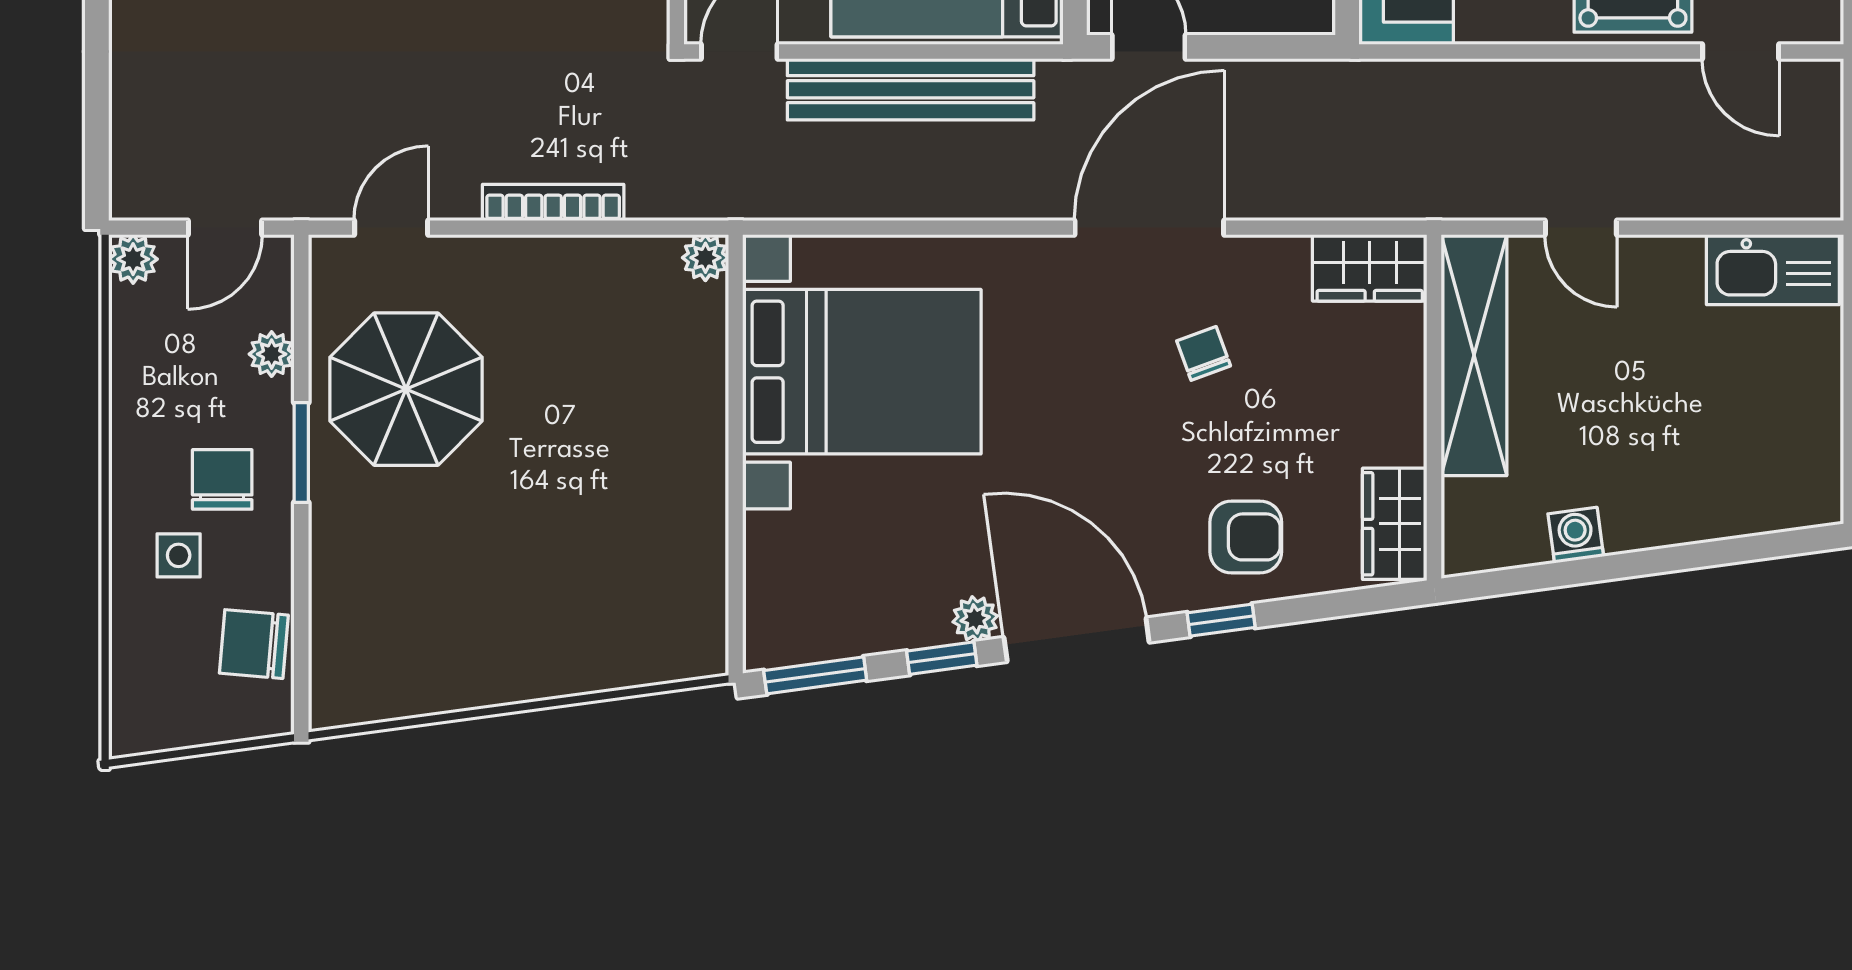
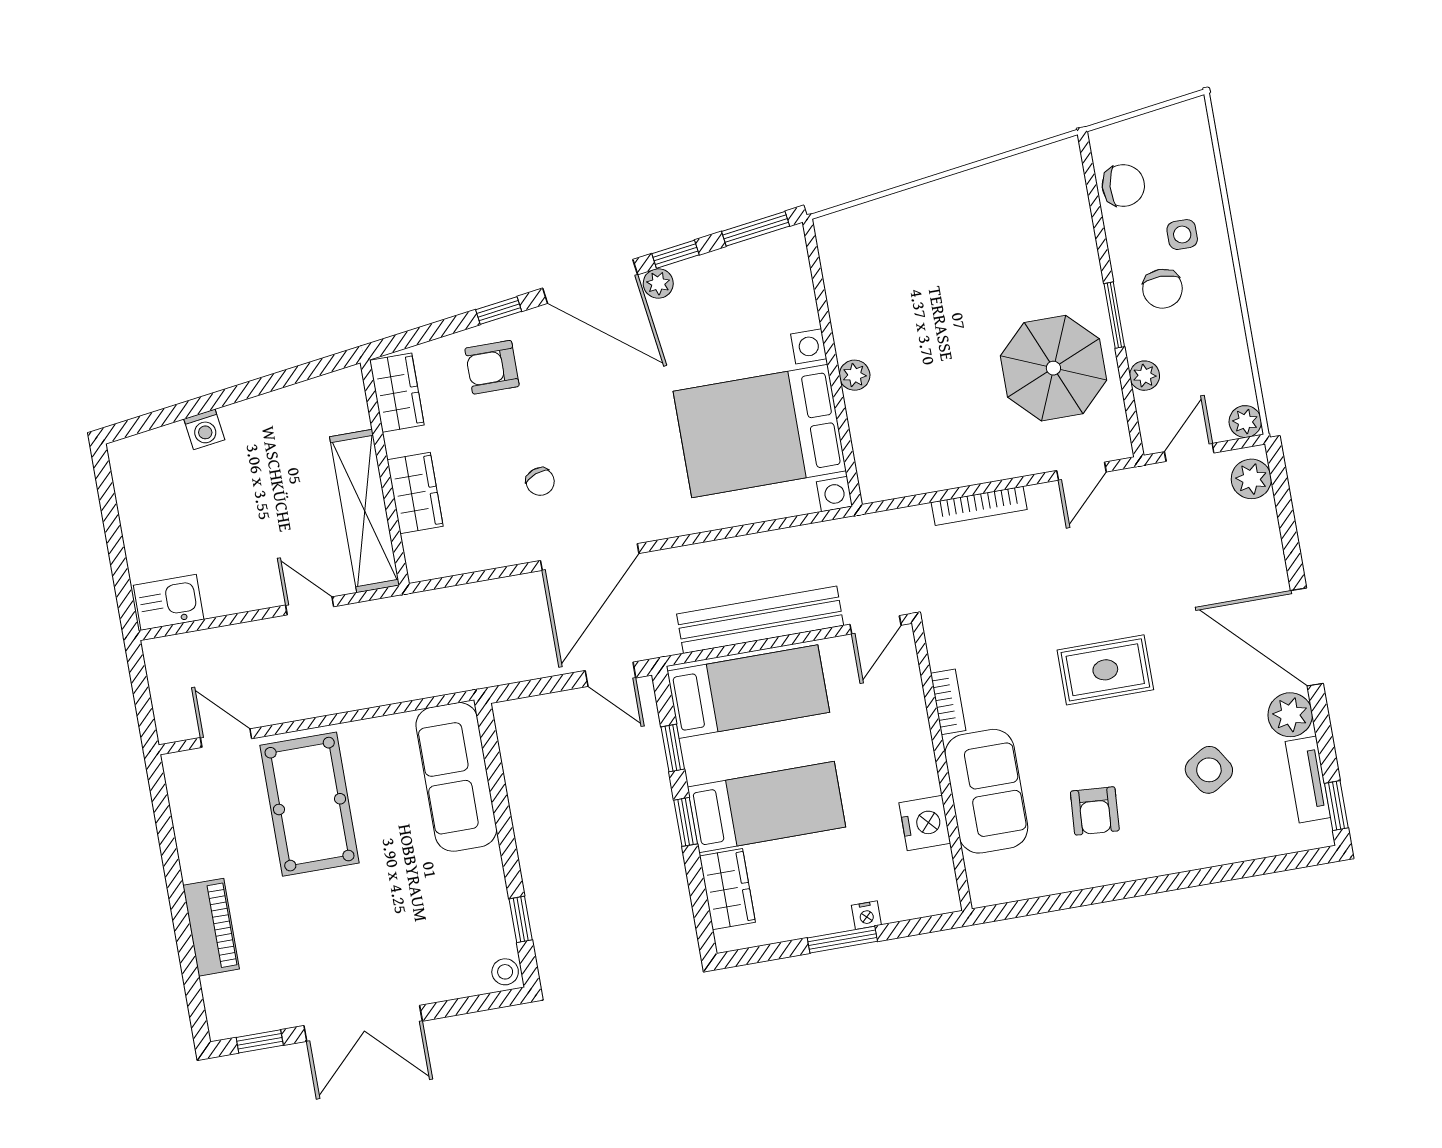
plant: (139, 172) -> (1251, 479), added
plant: (705, 258) -> (855, 375), moved
wardrobe: (1370, 268) -> (415, 493), moved, turned 90
kitchen sink: (1773, 270) -> (169, 602), width x0.73
washing machine: (1576, 535) -> (204, 429), moved

